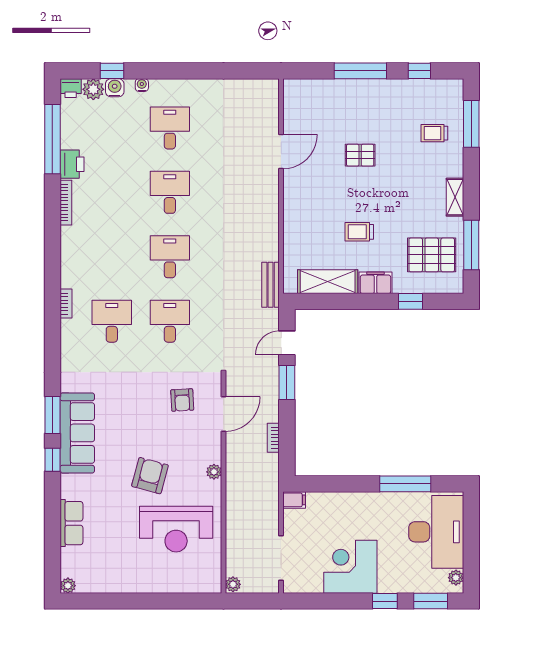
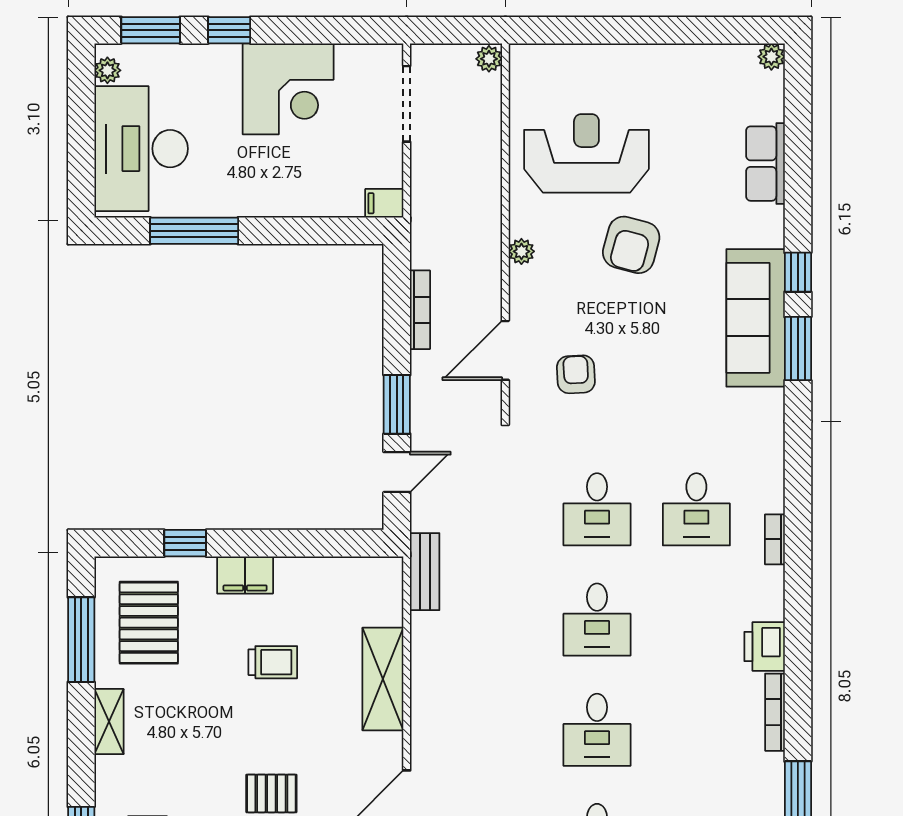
printer: (72, 164) -> (765, 647), moved
pallet: (432, 255) -> (149, 623), turned 90
shelving: (328, 282) -> (383, 679), moved, turned 90
bookcase: (273, 438) -> (420, 310), width x1.56

